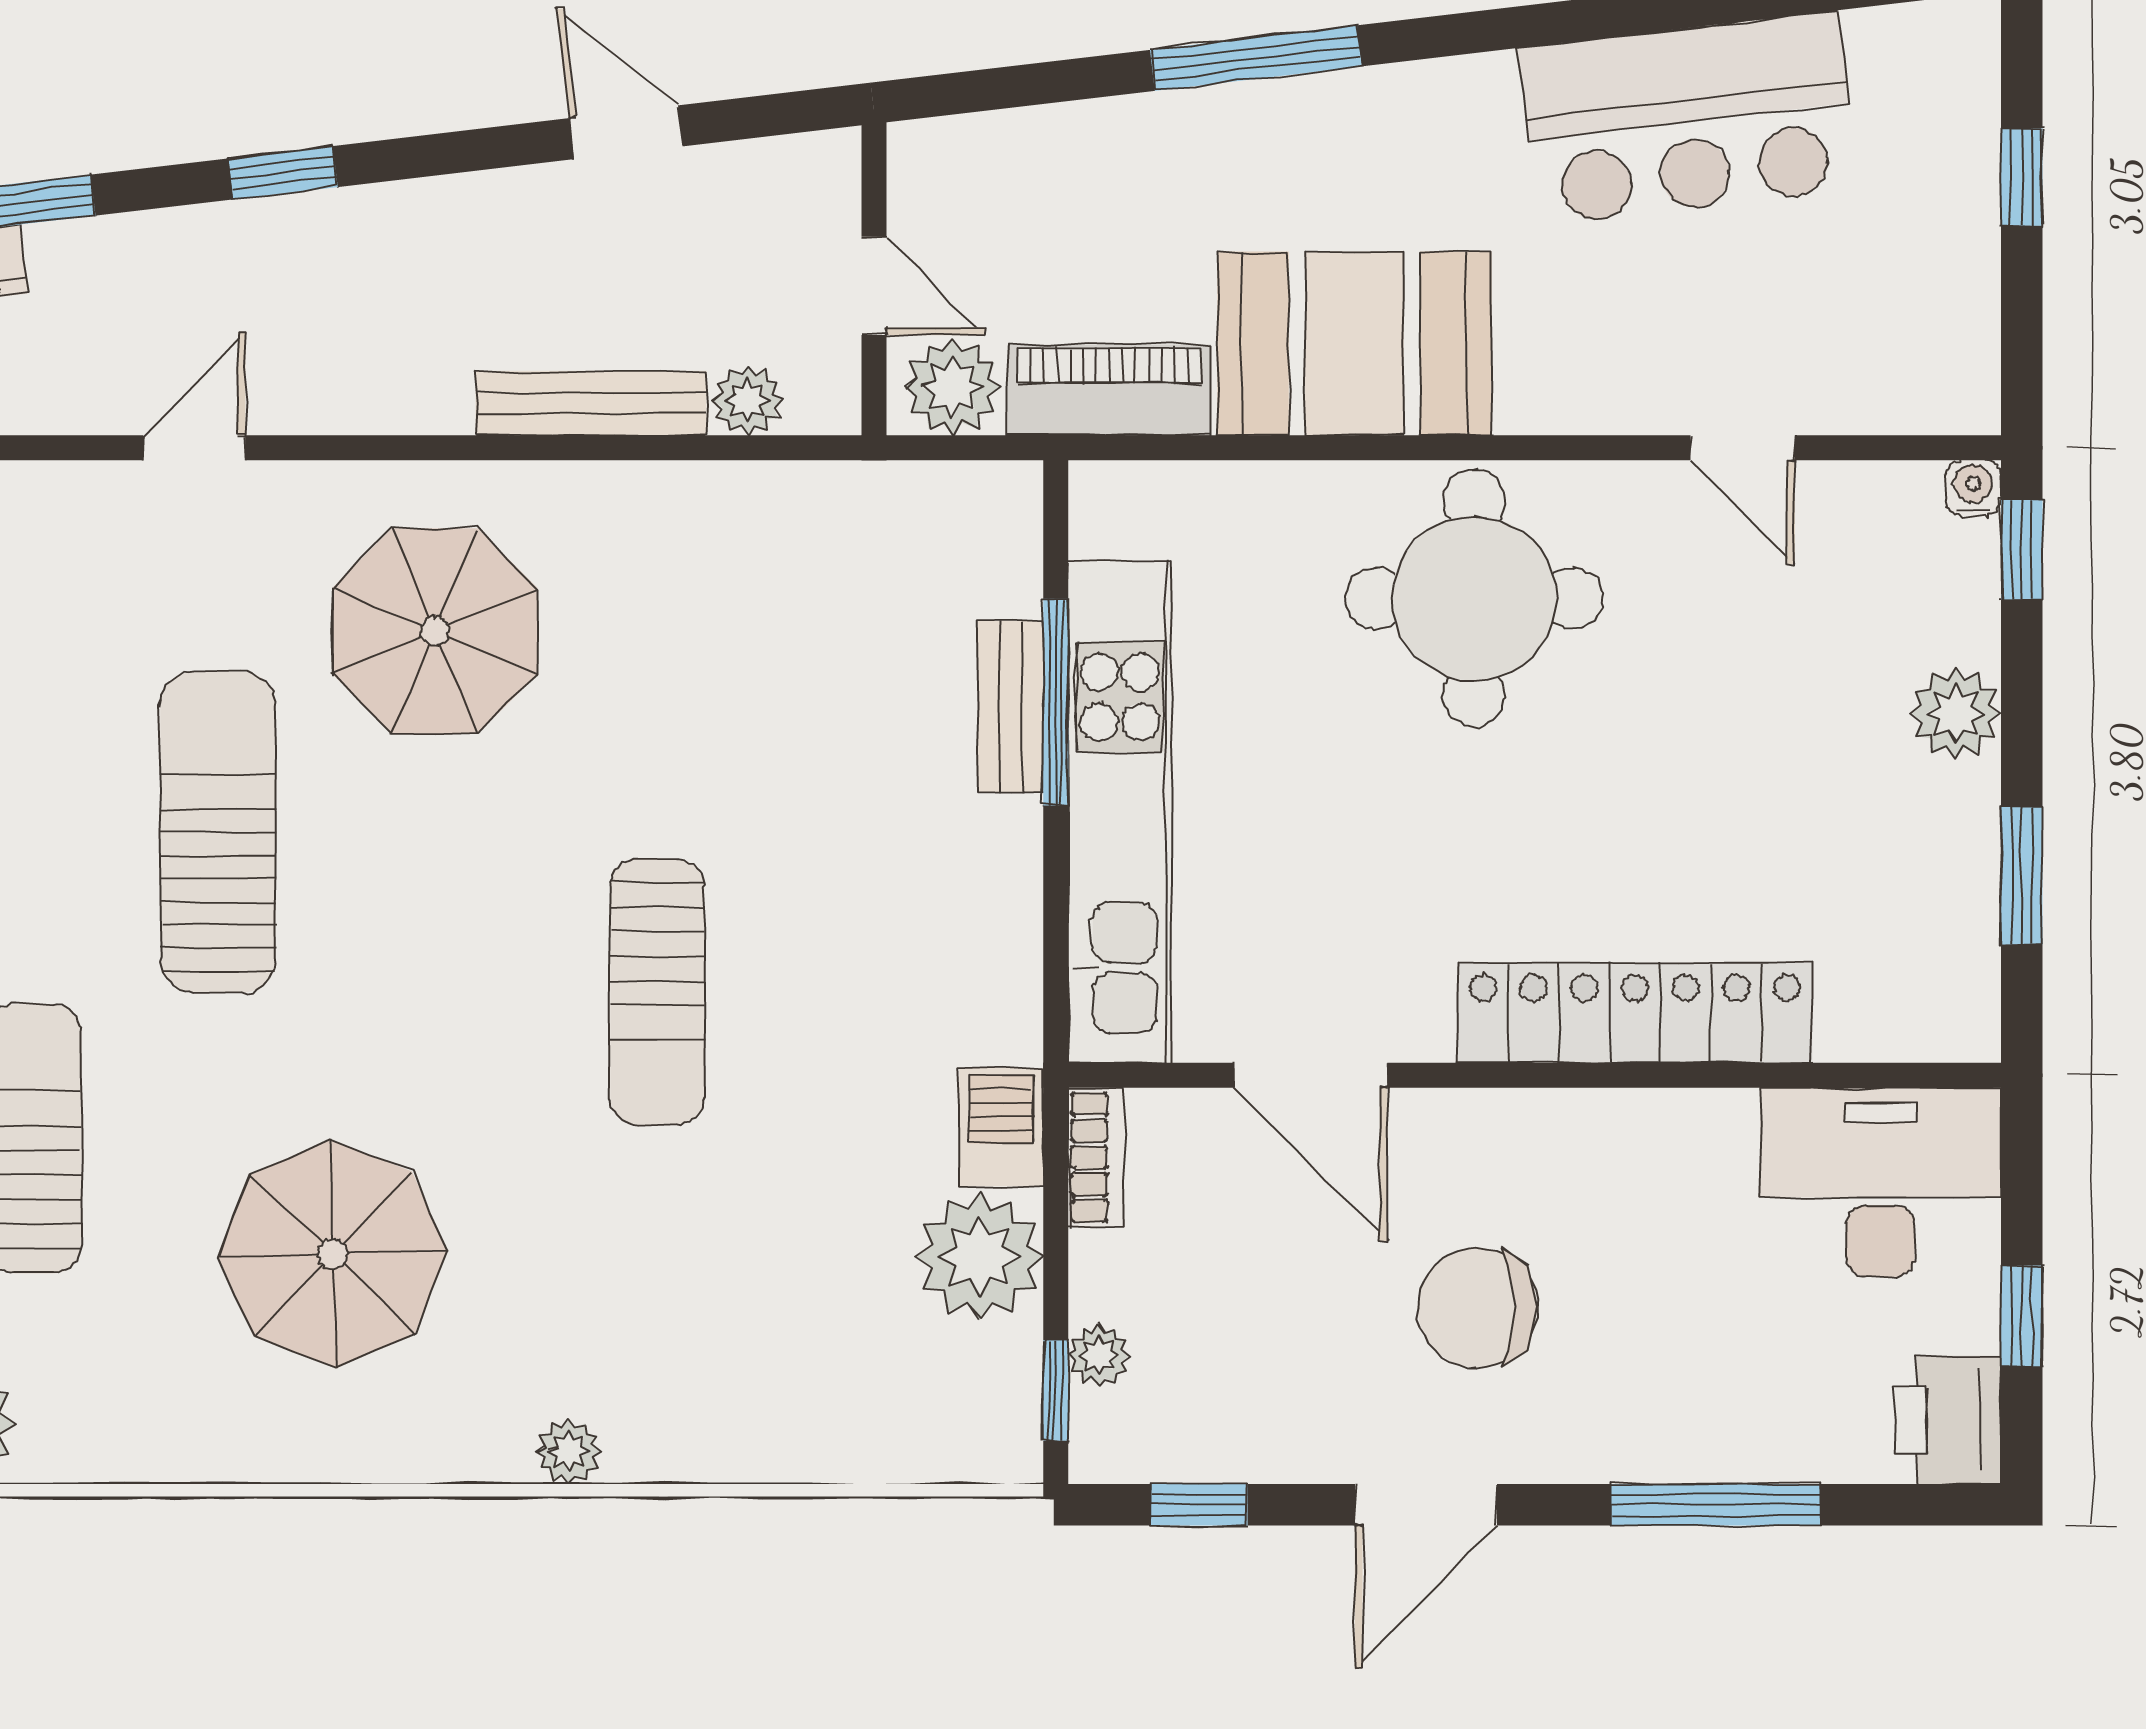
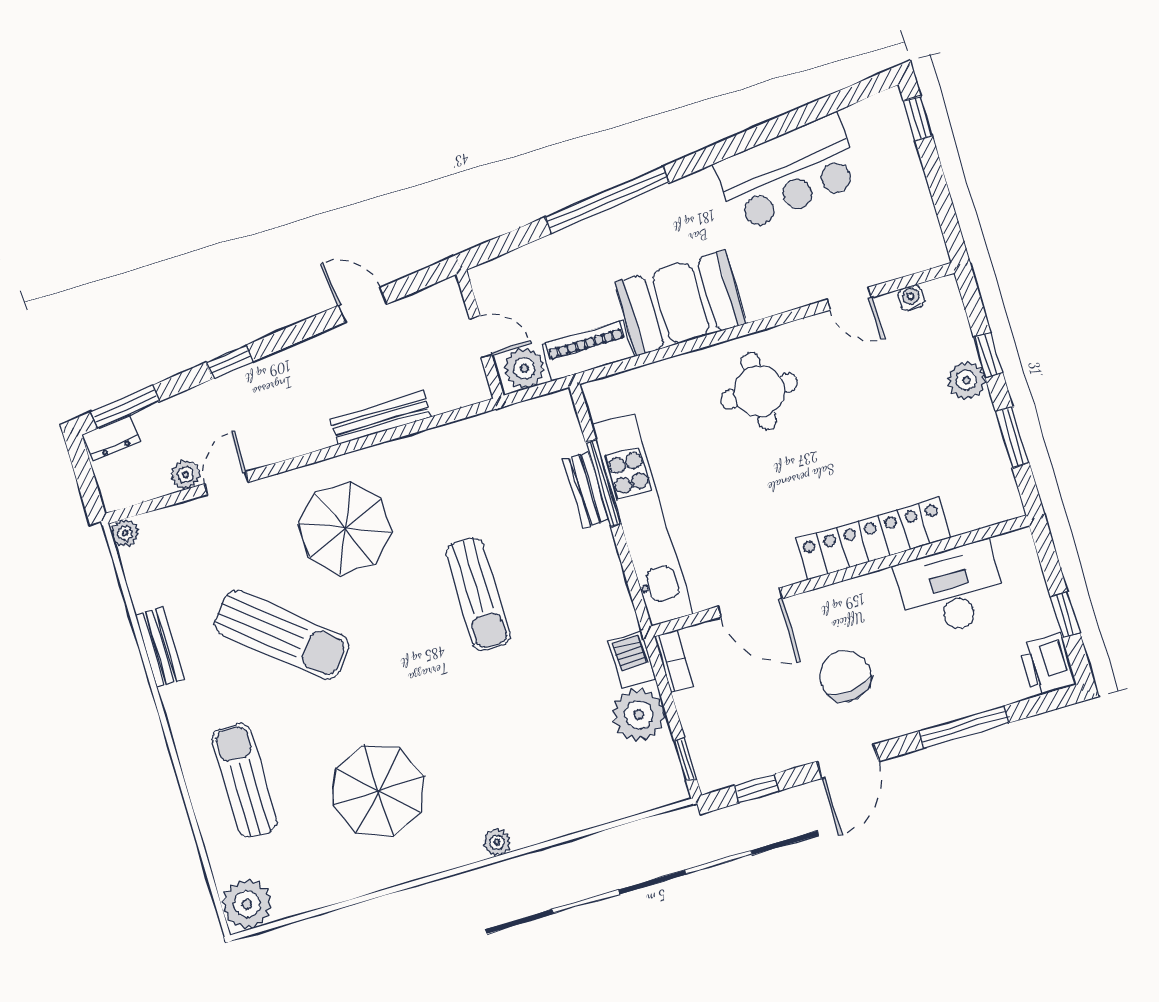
window: (1256, 58) -> (607, 200), width x1.46
window: (2022, 177) -> (918, 118), moved
plant: (748, 401) -> (186, 475), moved
water cooler: (1973, 488) -> (911, 298), moved
window: (2022, 550) -> (988, 355), moved
round table: (1474, 598) -> (759, 391), width x0.73, depth x0.73
sun lounger: (218, 832) -> (282, 635), turned 130
sun lounger: (657, 992) -> (478, 594), moved
desk: (1881, 1182) -> (952, 590), moved
chair: (1477, 1308) -> (845, 676), turned 83
plant: (1099, 1356) -> (698, 740), removed

